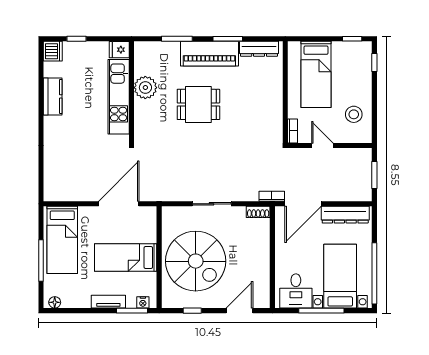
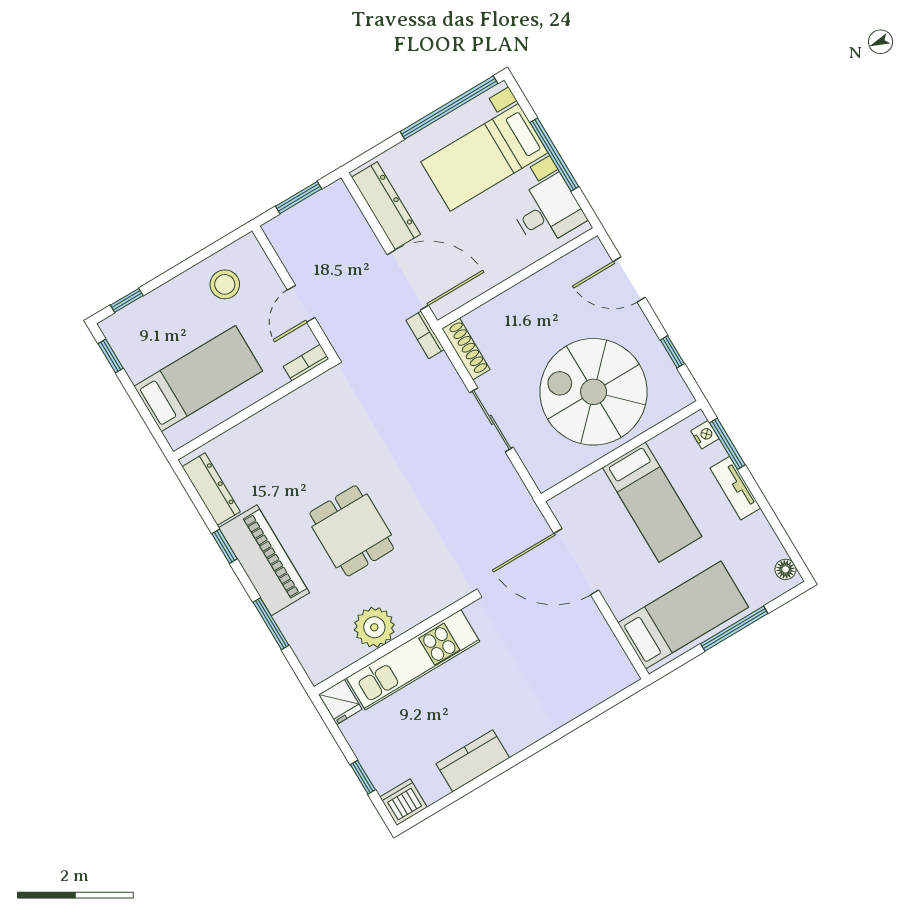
window: (228, 39) -> (224, 546), width x0.67
shoe rack: (258, 212) -> (466, 349), width x1.43
spiral stairs: (196, 261) -> (594, 392), turned -90

